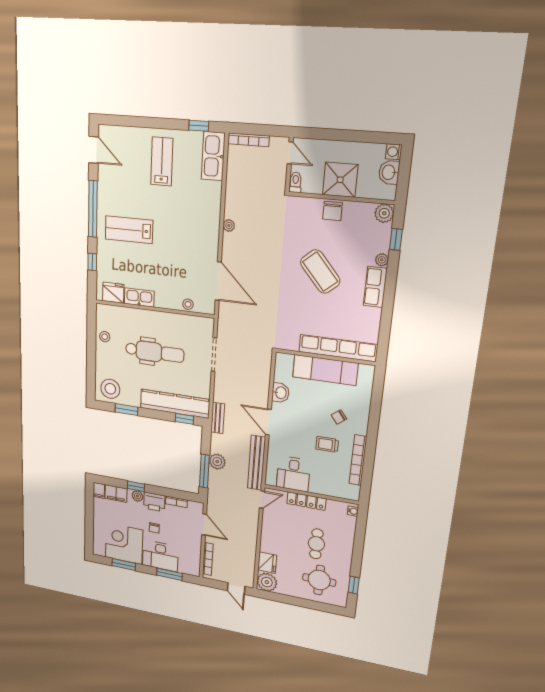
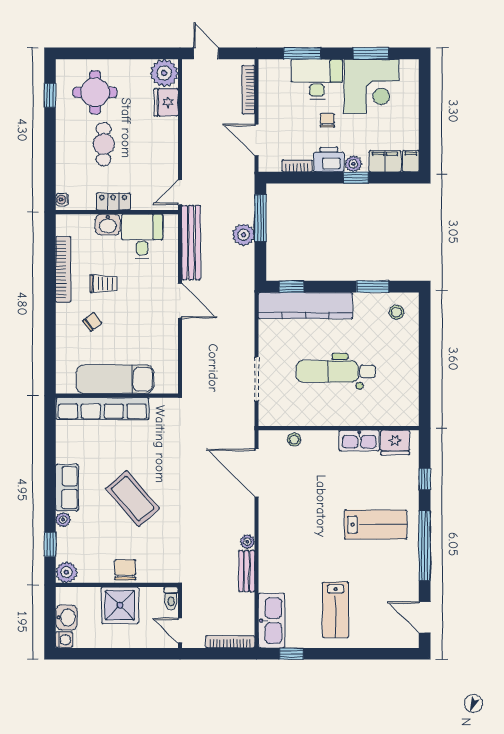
stool: (105, 337) -> (406, 383), removed
stool: (110, 389) -> (397, 312), width x0.53, depth x0.53
washbasin: (280, 393) -> (108, 224), moved, turned -90
bench: (218, 418) -> (247, 571), moved
locker: (306, 501) -> (113, 202), width x0.66

